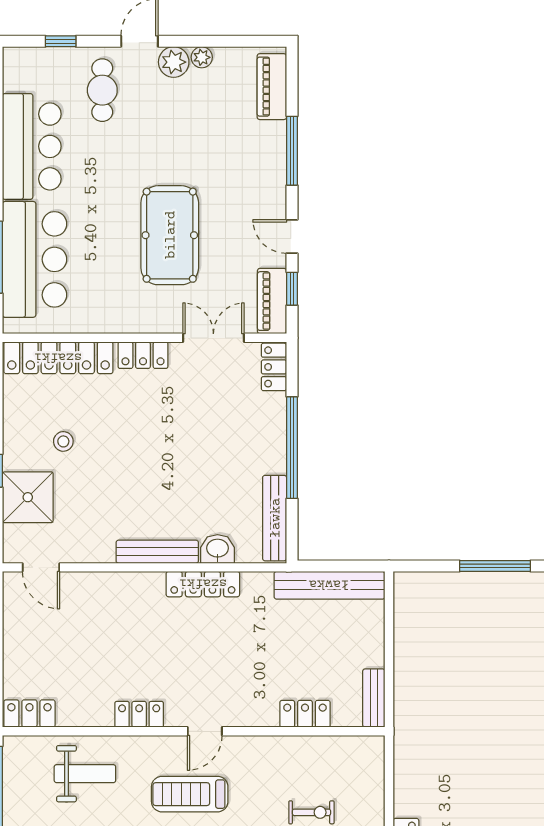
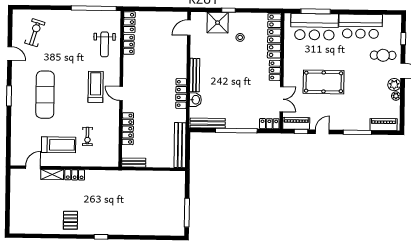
locker: (139, 714) -> (129, 44), moved
locker: (305, 714) -> (128, 129), width x1.53

